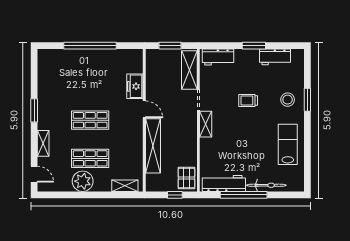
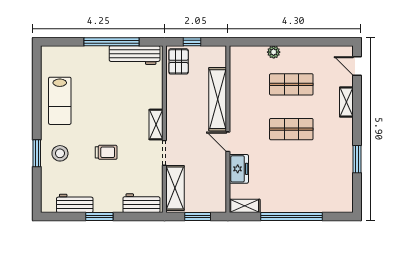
window: (34, 110) -> (357, 159), moved
plant: (83, 181) -> (274, 52), moved, width x0.53, depth x0.53
bicycle: (266, 185) -> (85, 53), removed
shelving: (125, 186) -> (245, 206), moved

